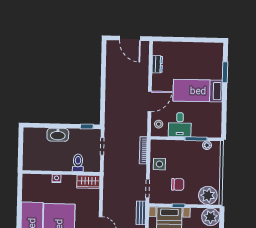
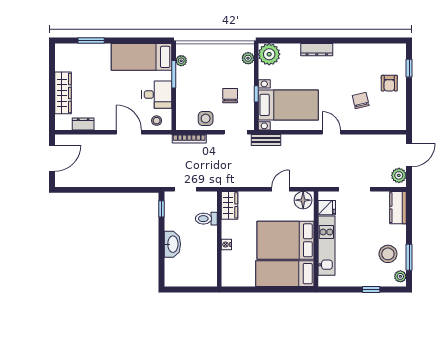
wardrobe: (183, 48) -> (63, 93), added
bed: (198, 91) -> (142, 57), moved, turned 90
plant: (208, 195) -> (248, 58), width x0.53, depth x0.53

